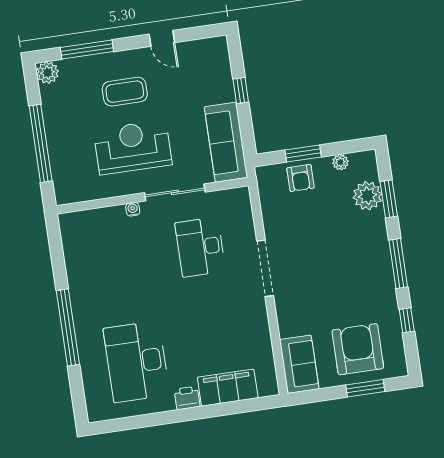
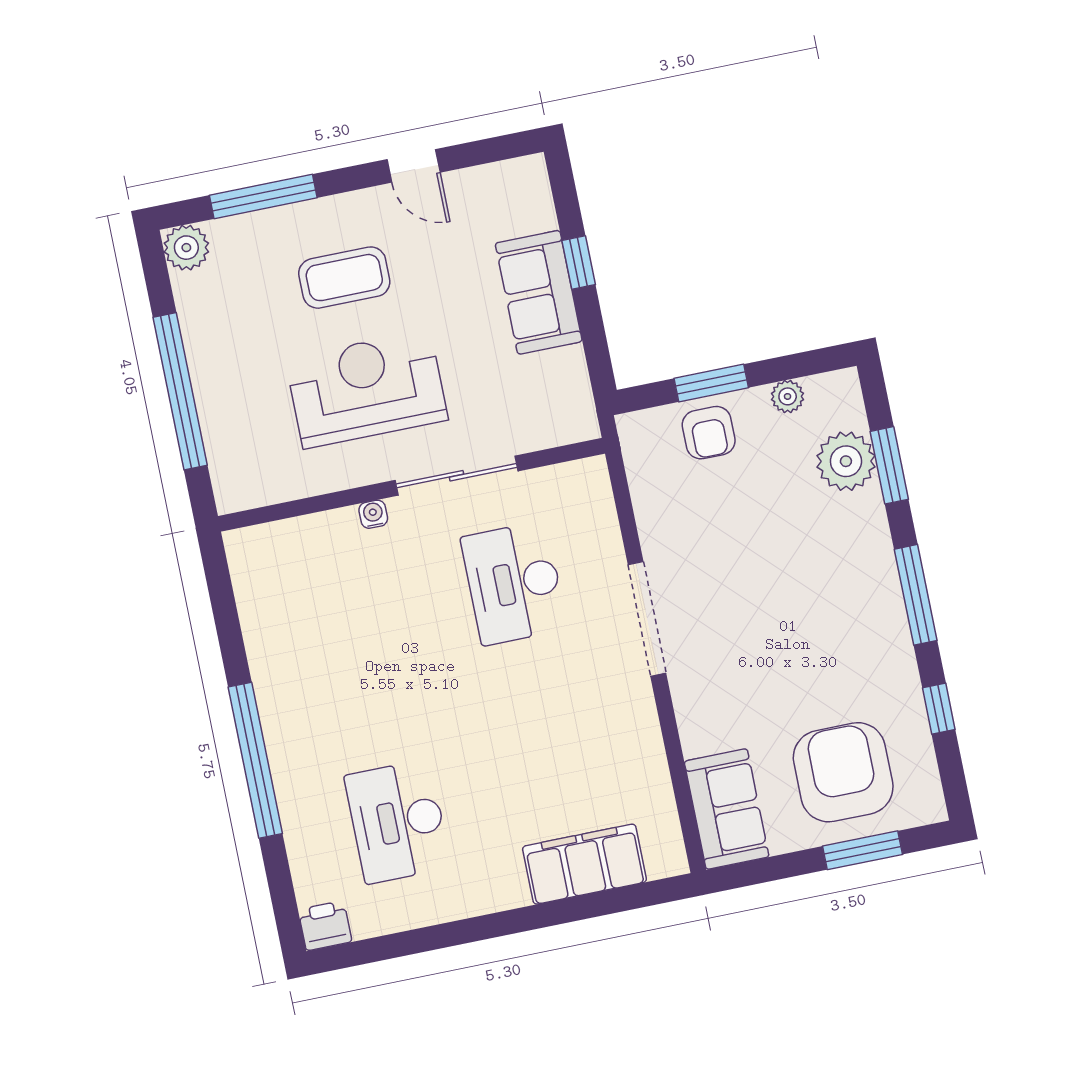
sofa: (226, 142) -> (539, 292), moved, width x0.73
desk: (137, 362) -> (398, 822), width x0.73, depth x0.77
printer: (187, 398) -> (325, 926), moved

